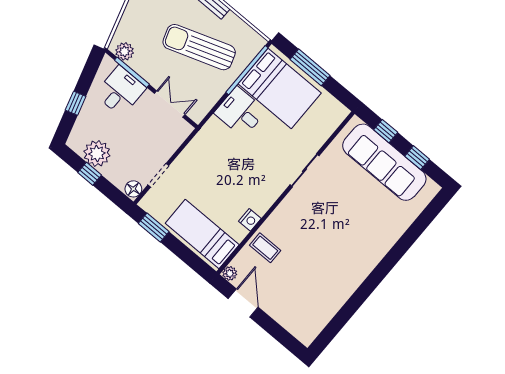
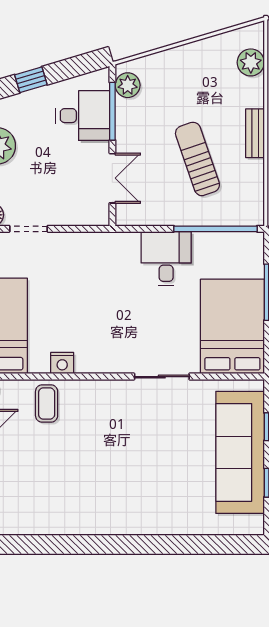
sun lounger: (199, 47) -> (197, 159), width x0.73, depth x0.75
bed: (280, 88) -> (232, 326), moved, turned 180

